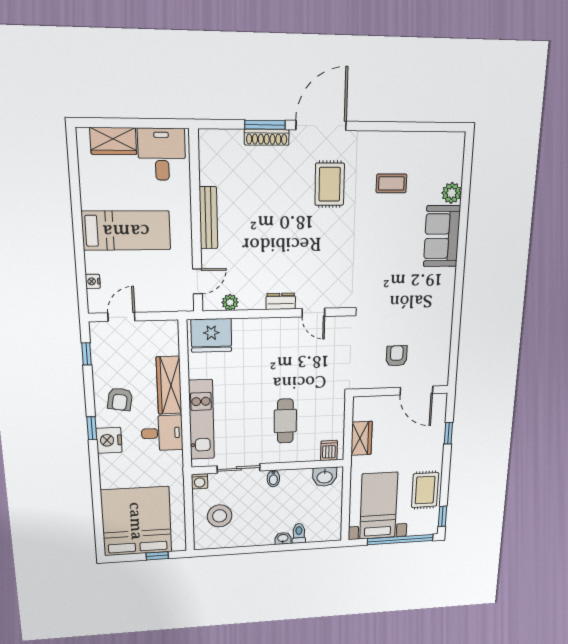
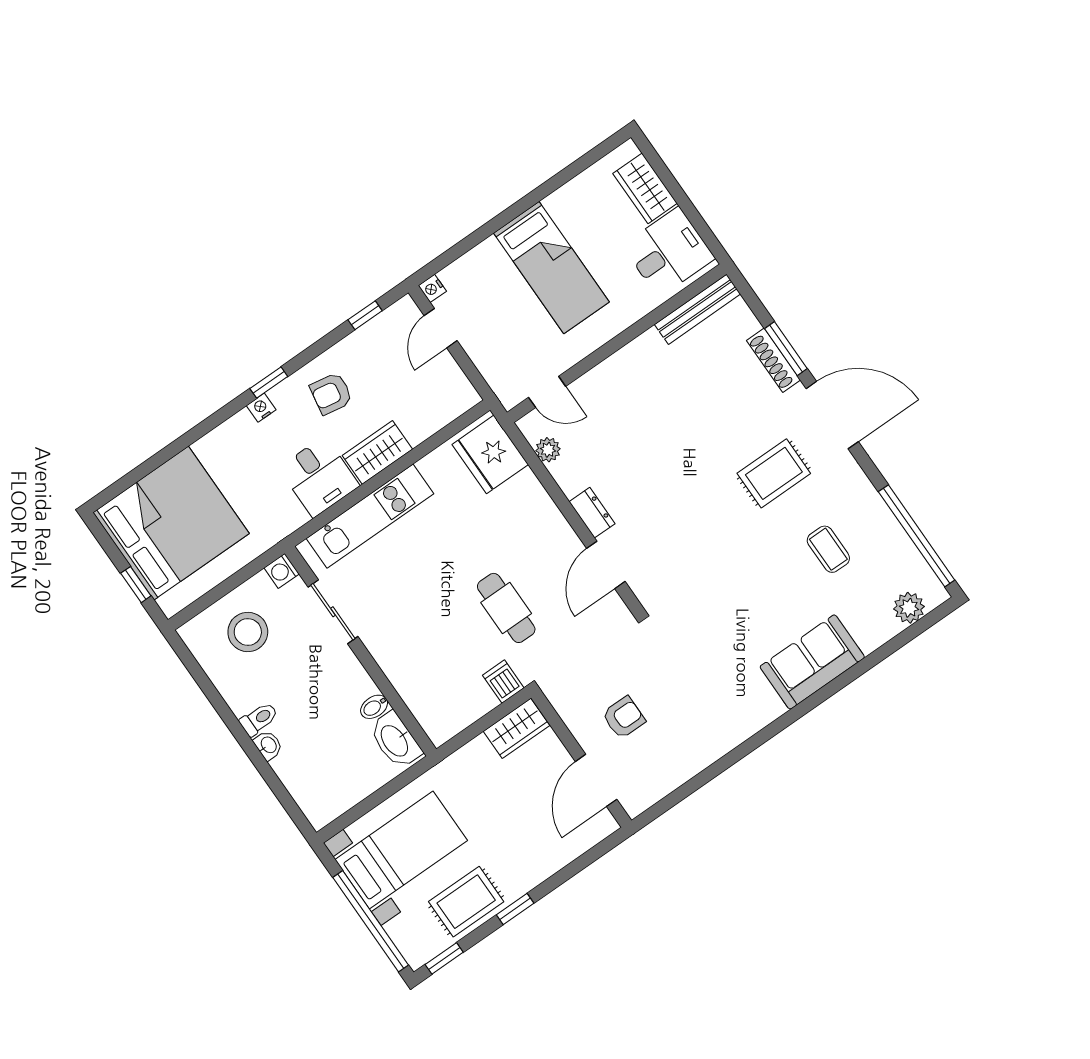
window: (420, 127) -> (917, 536), added
plant: (452, 193) -> (909, 608), moved
bench: (208, 218) -> (698, 309), moved
nightstand: (93, 281) -> (432, 288), moved, turned -90
door: (313, 313) -> (606, 565), width x1.37
door: (121, 317) -> (441, 328), swing flipped
wardrobe: (169, 385) -> (377, 452), width x0.67
cafe table: (285, 421) -> (506, 608), moved, turned 90
window: (448, 433) -> (515, 909), moved
wardrobe: (361, 438) -> (517, 728), moved
nightstand: (109, 440) -> (261, 408), width x0.53, depth x0.56
dishwasher: (329, 450) -> (503, 682), moved, turned -90
washbasin: (325, 477) -> (395, 740), width x1.38
bidet: (273, 478) -> (374, 707), moved
toilet: (299, 533) -> (259, 719), moved

